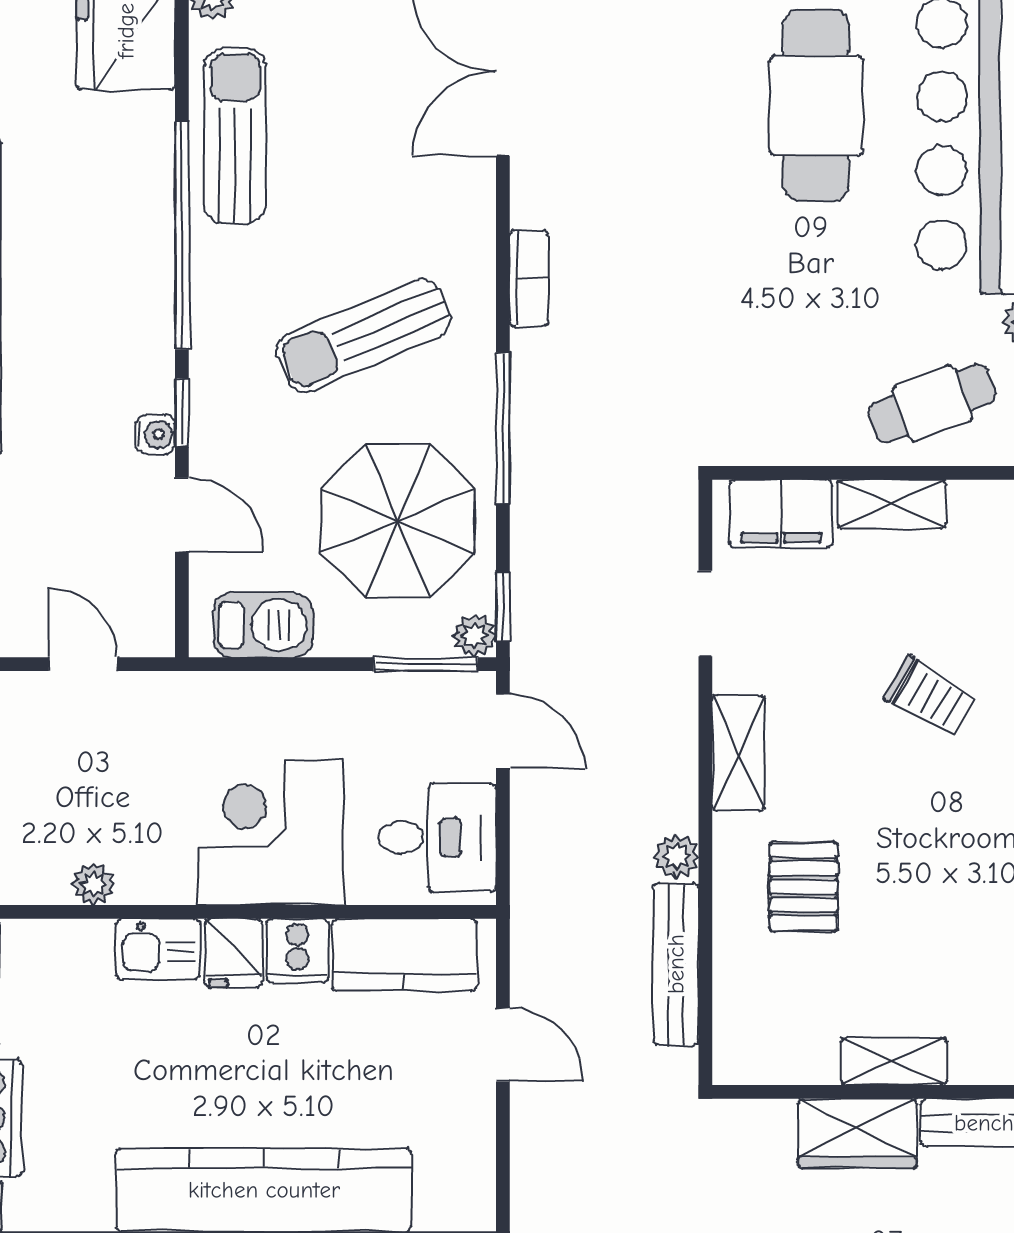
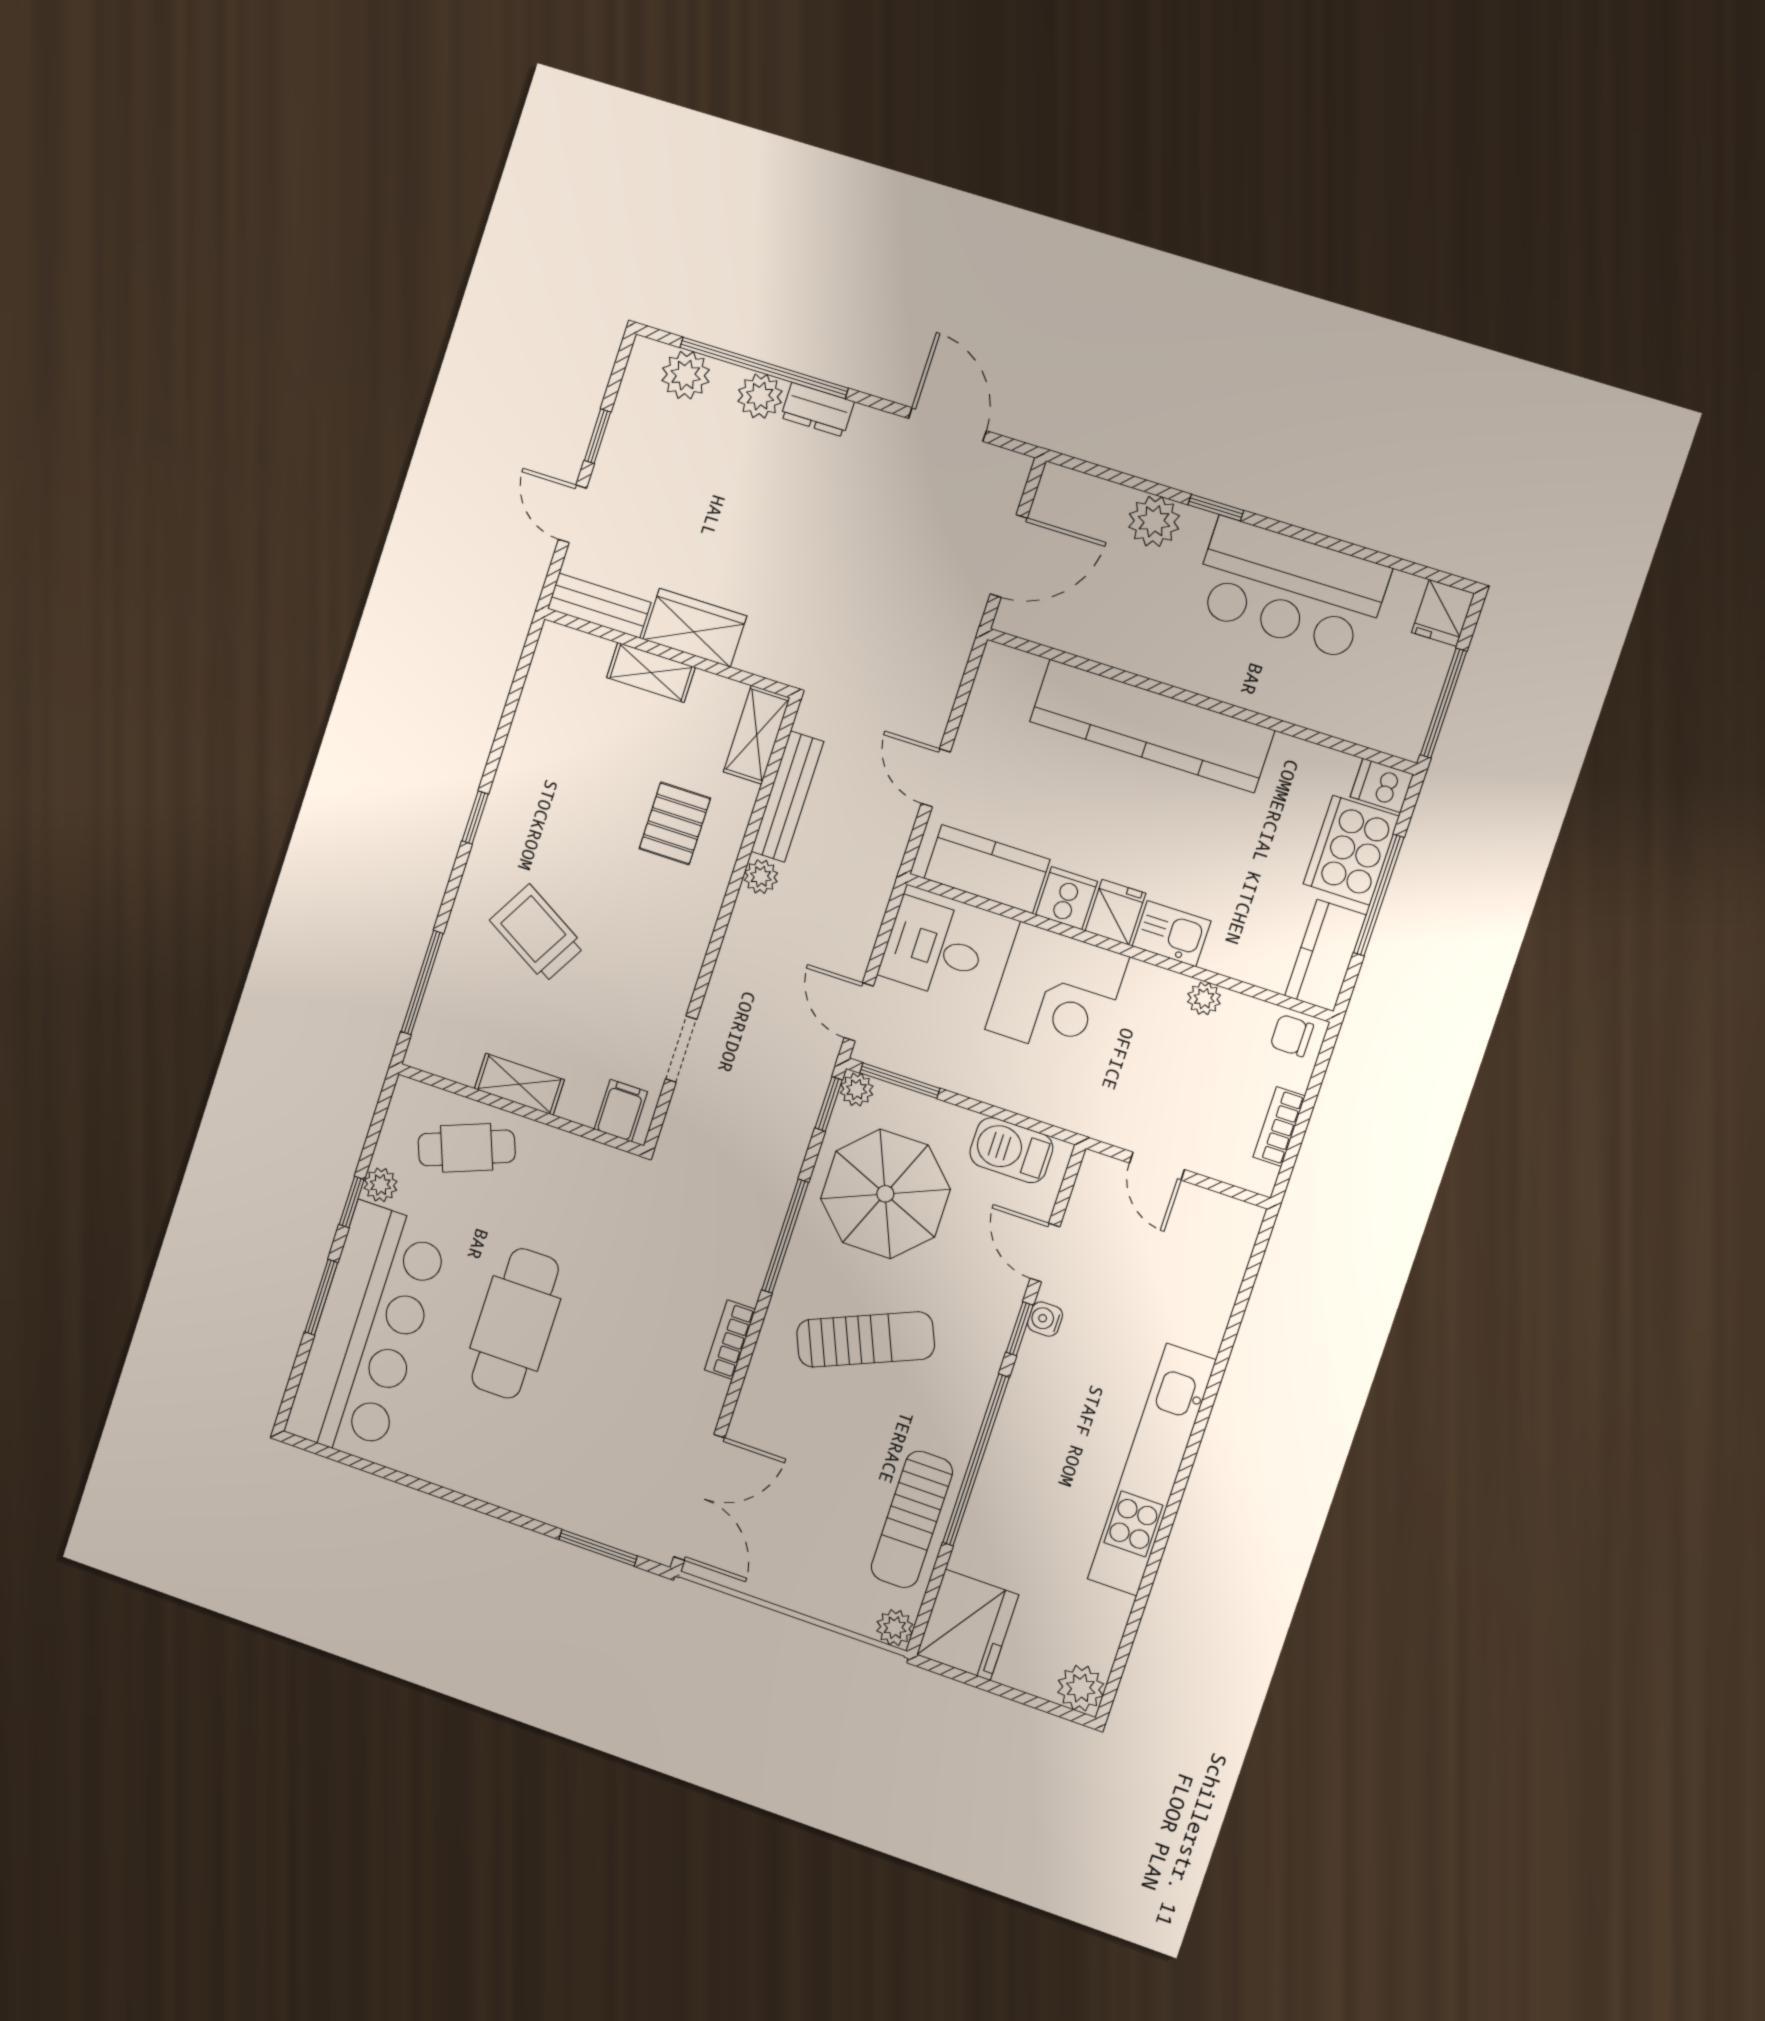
cafe table: (816, 105) -> (515, 1323), moved
filing cabinet: (781, 514) -> (621, 1110), width x0.50
trolley: (930, 697) -> (537, 933), width x1.36, depth x1.39
shelving: (738, 753) -> (757, 735), moved

